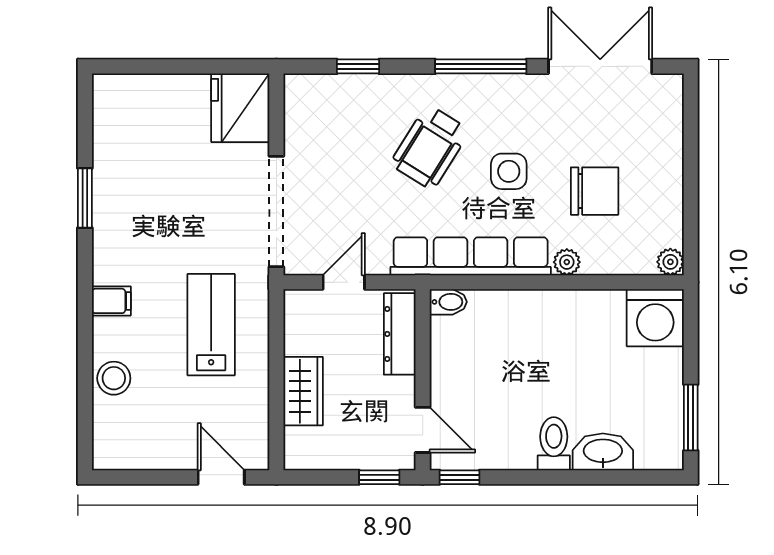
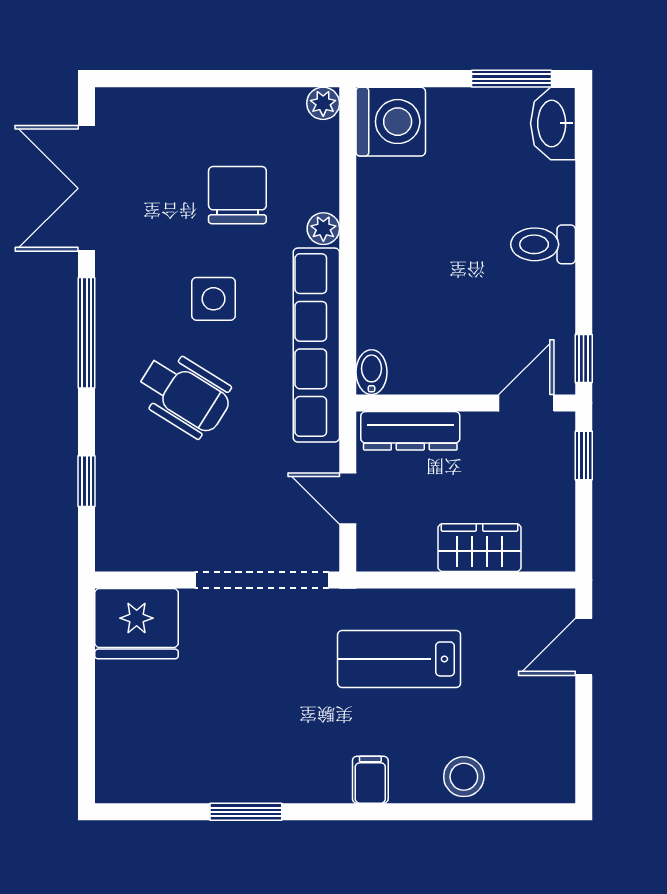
washbasin: (603, 452) -> (553, 123), moved

